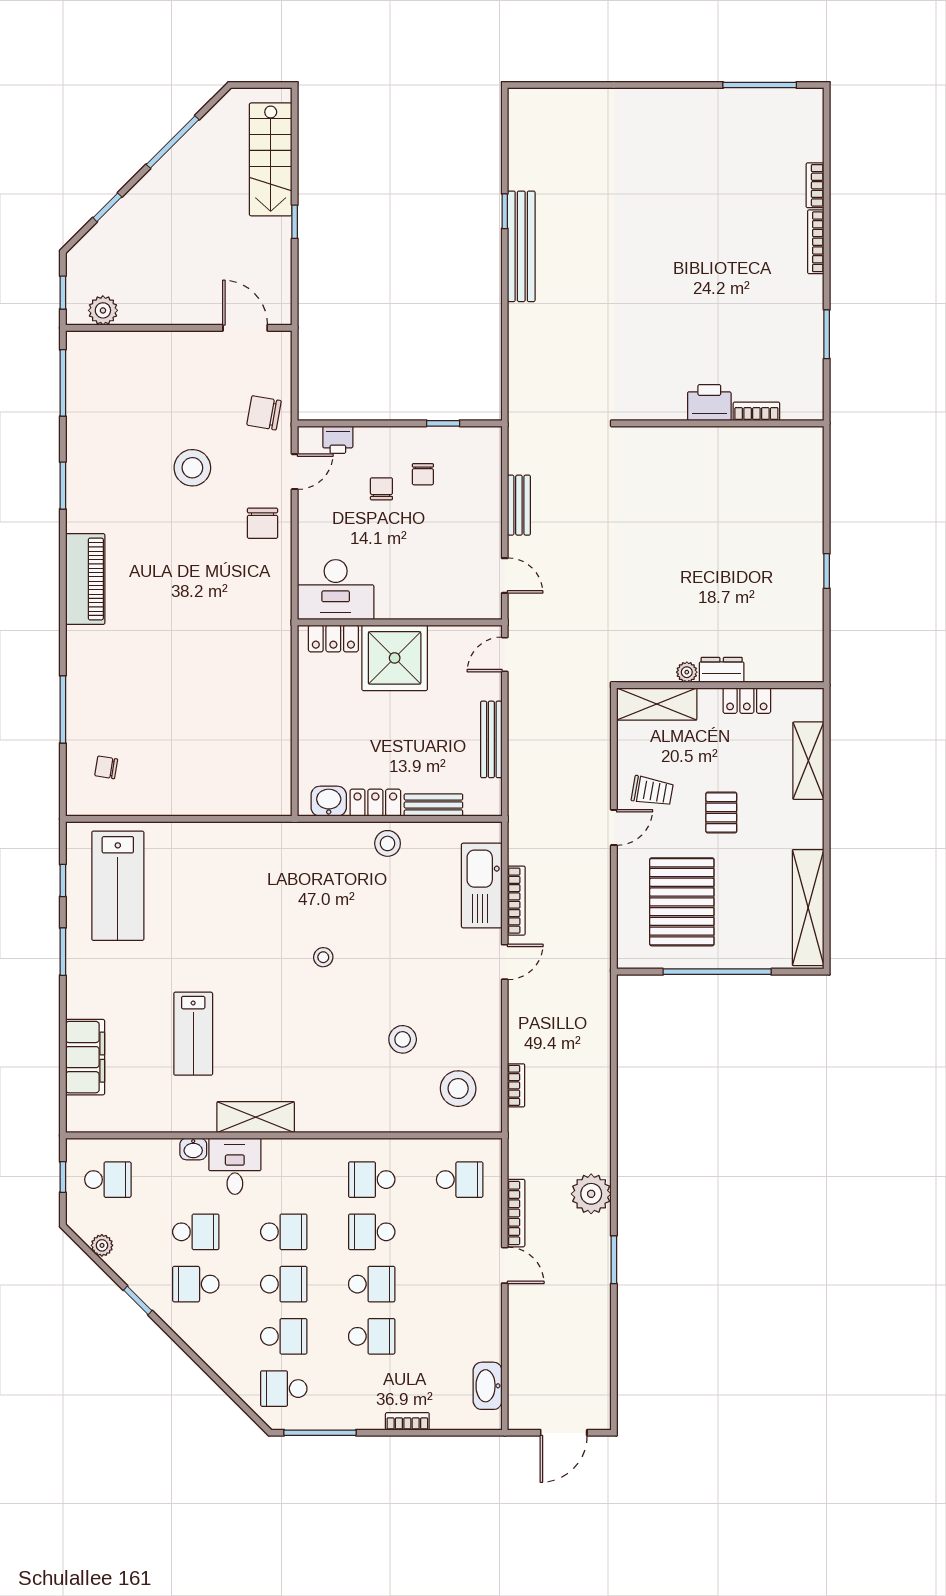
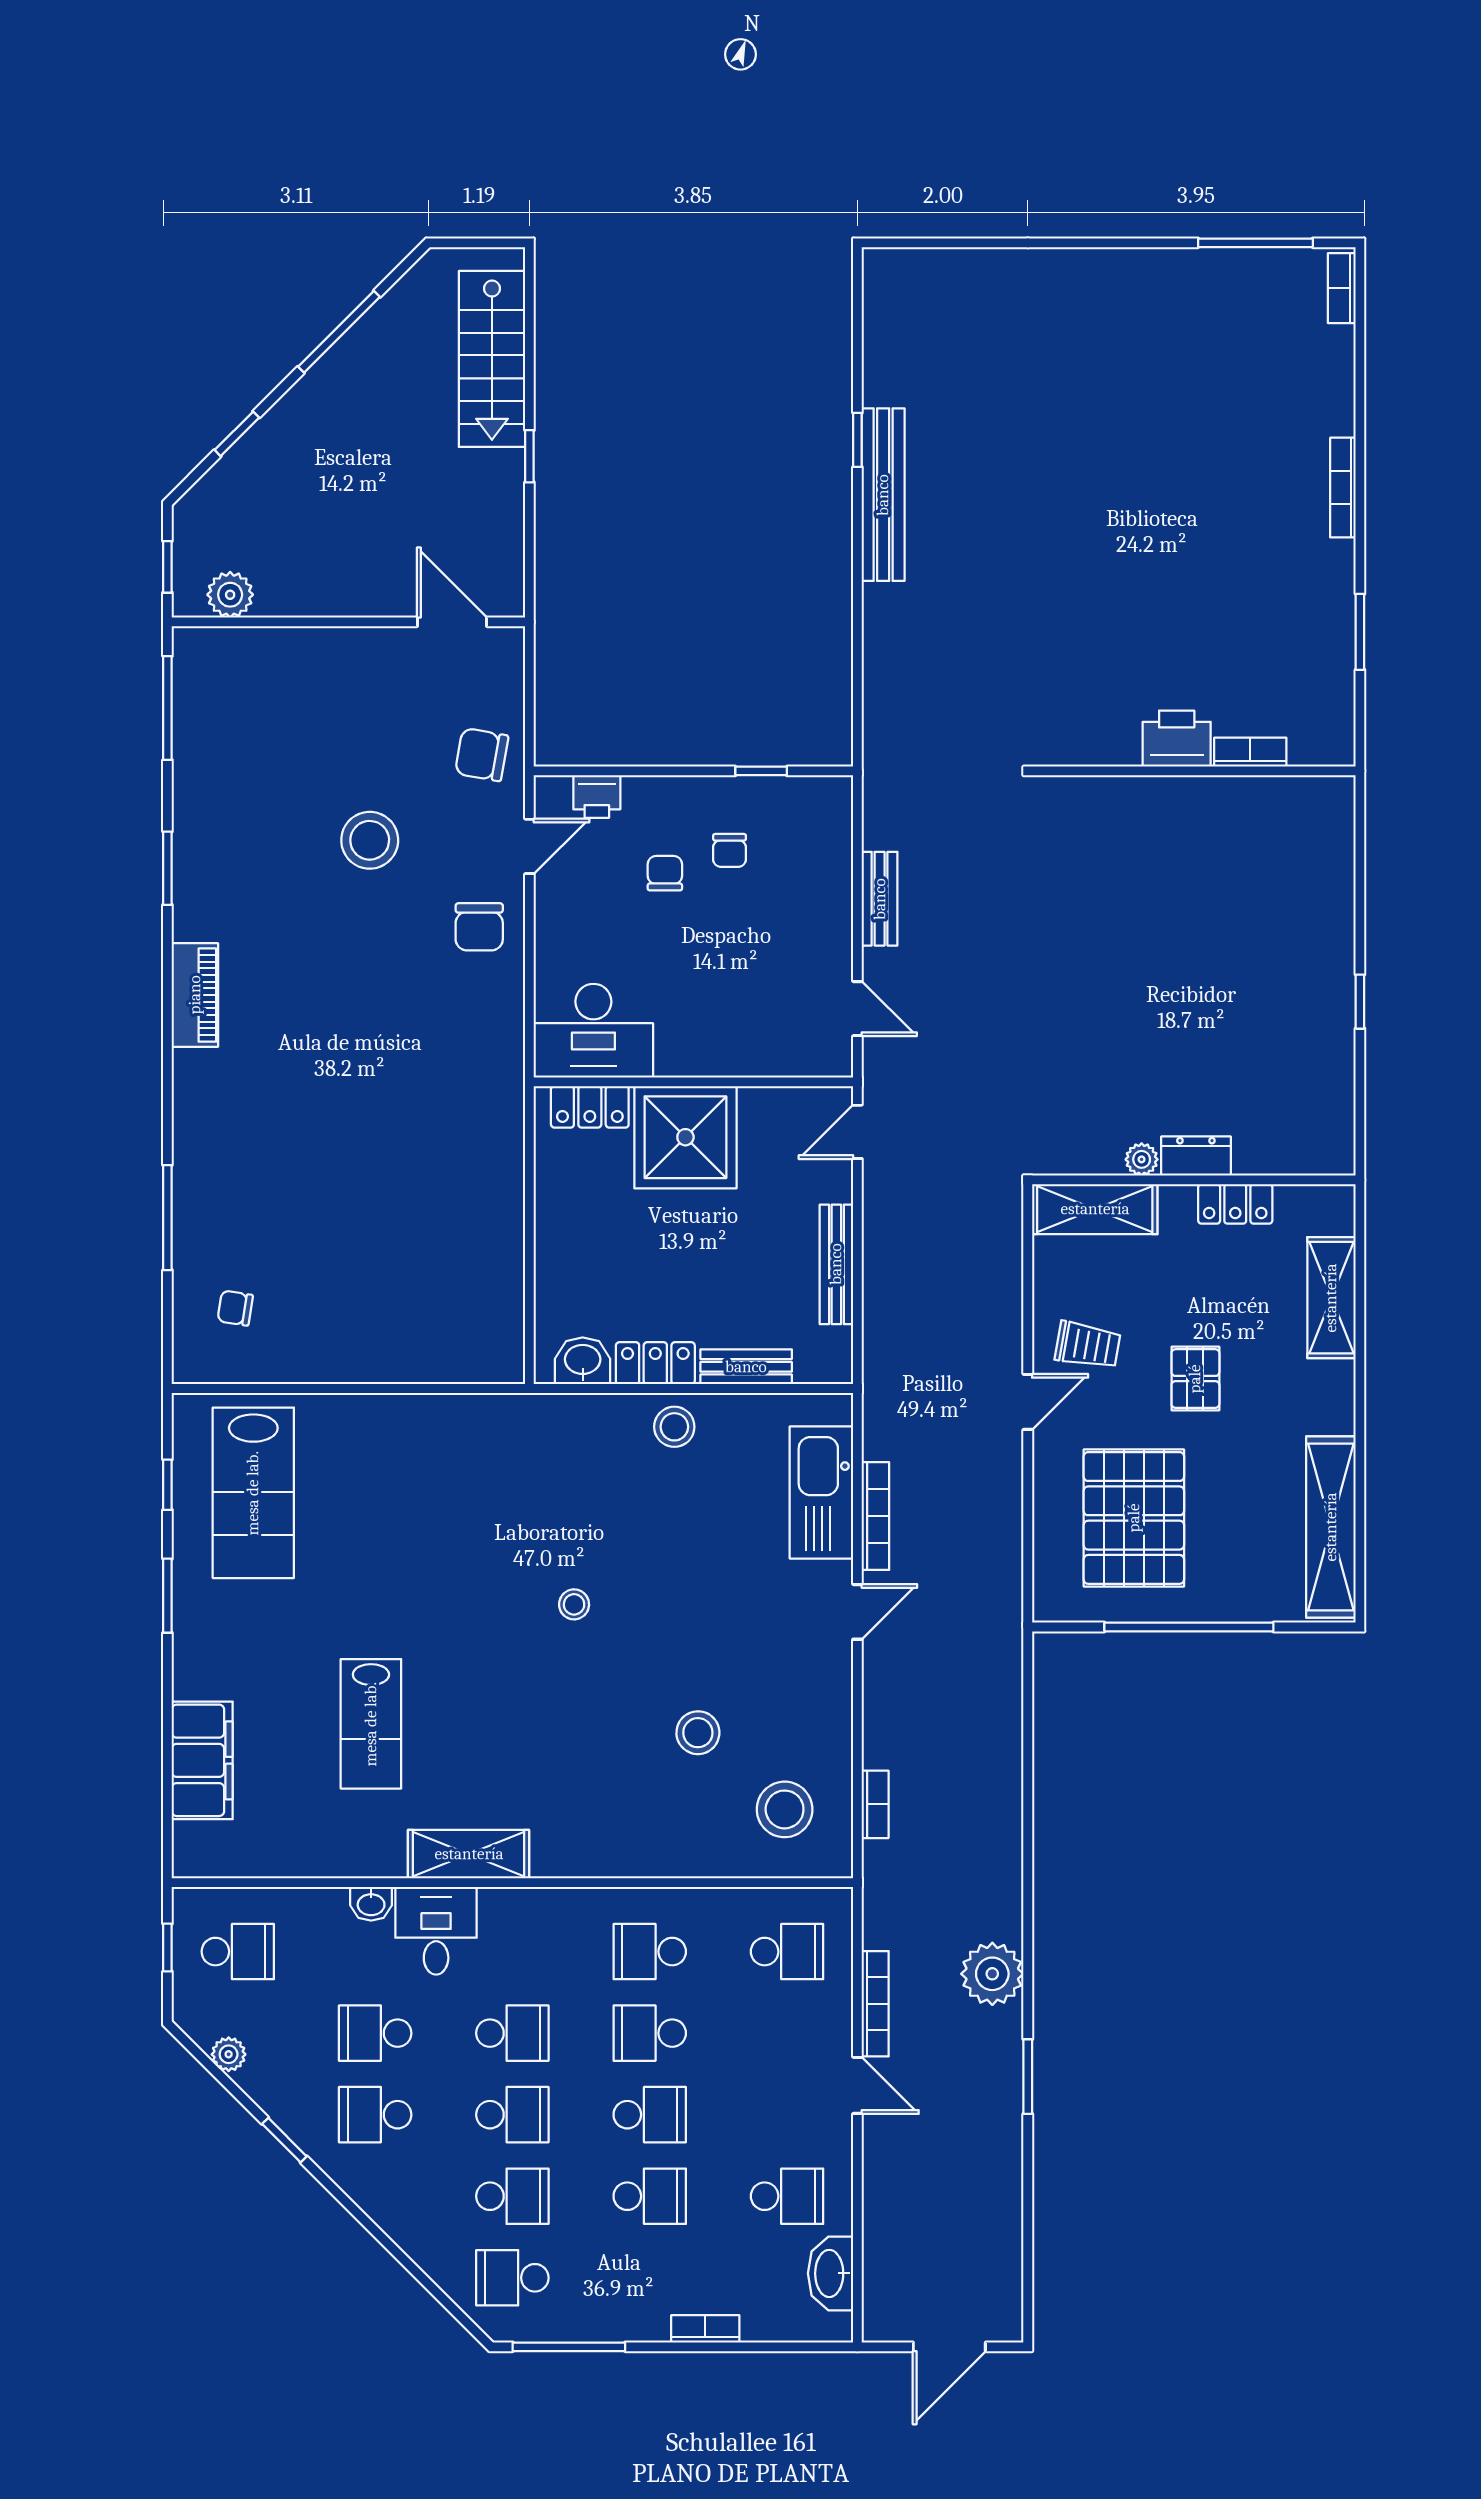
bookcase: (815, 185) -> (1342, 288), moved
piano: (85, 579) -> (195, 995), width x0.73, depth x0.75
school desk: (196, 1232) -> (375, 2033), turned 180
school desk: (460, 1336) -> (787, 2196), added

